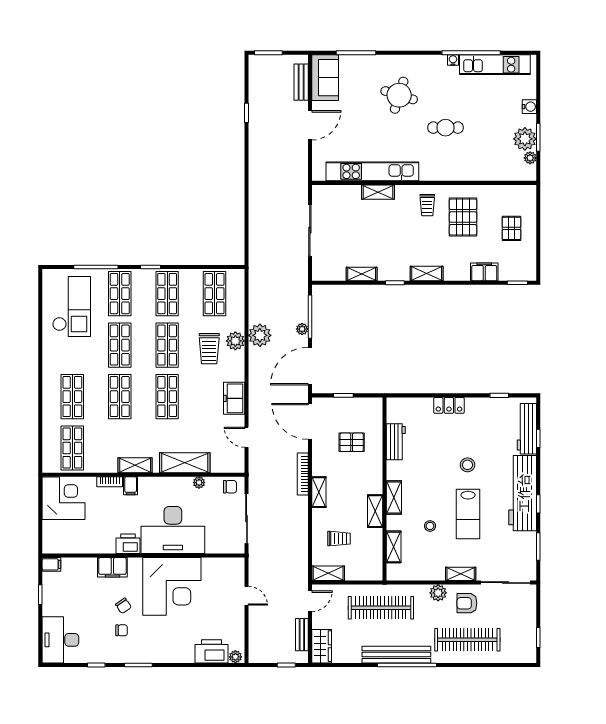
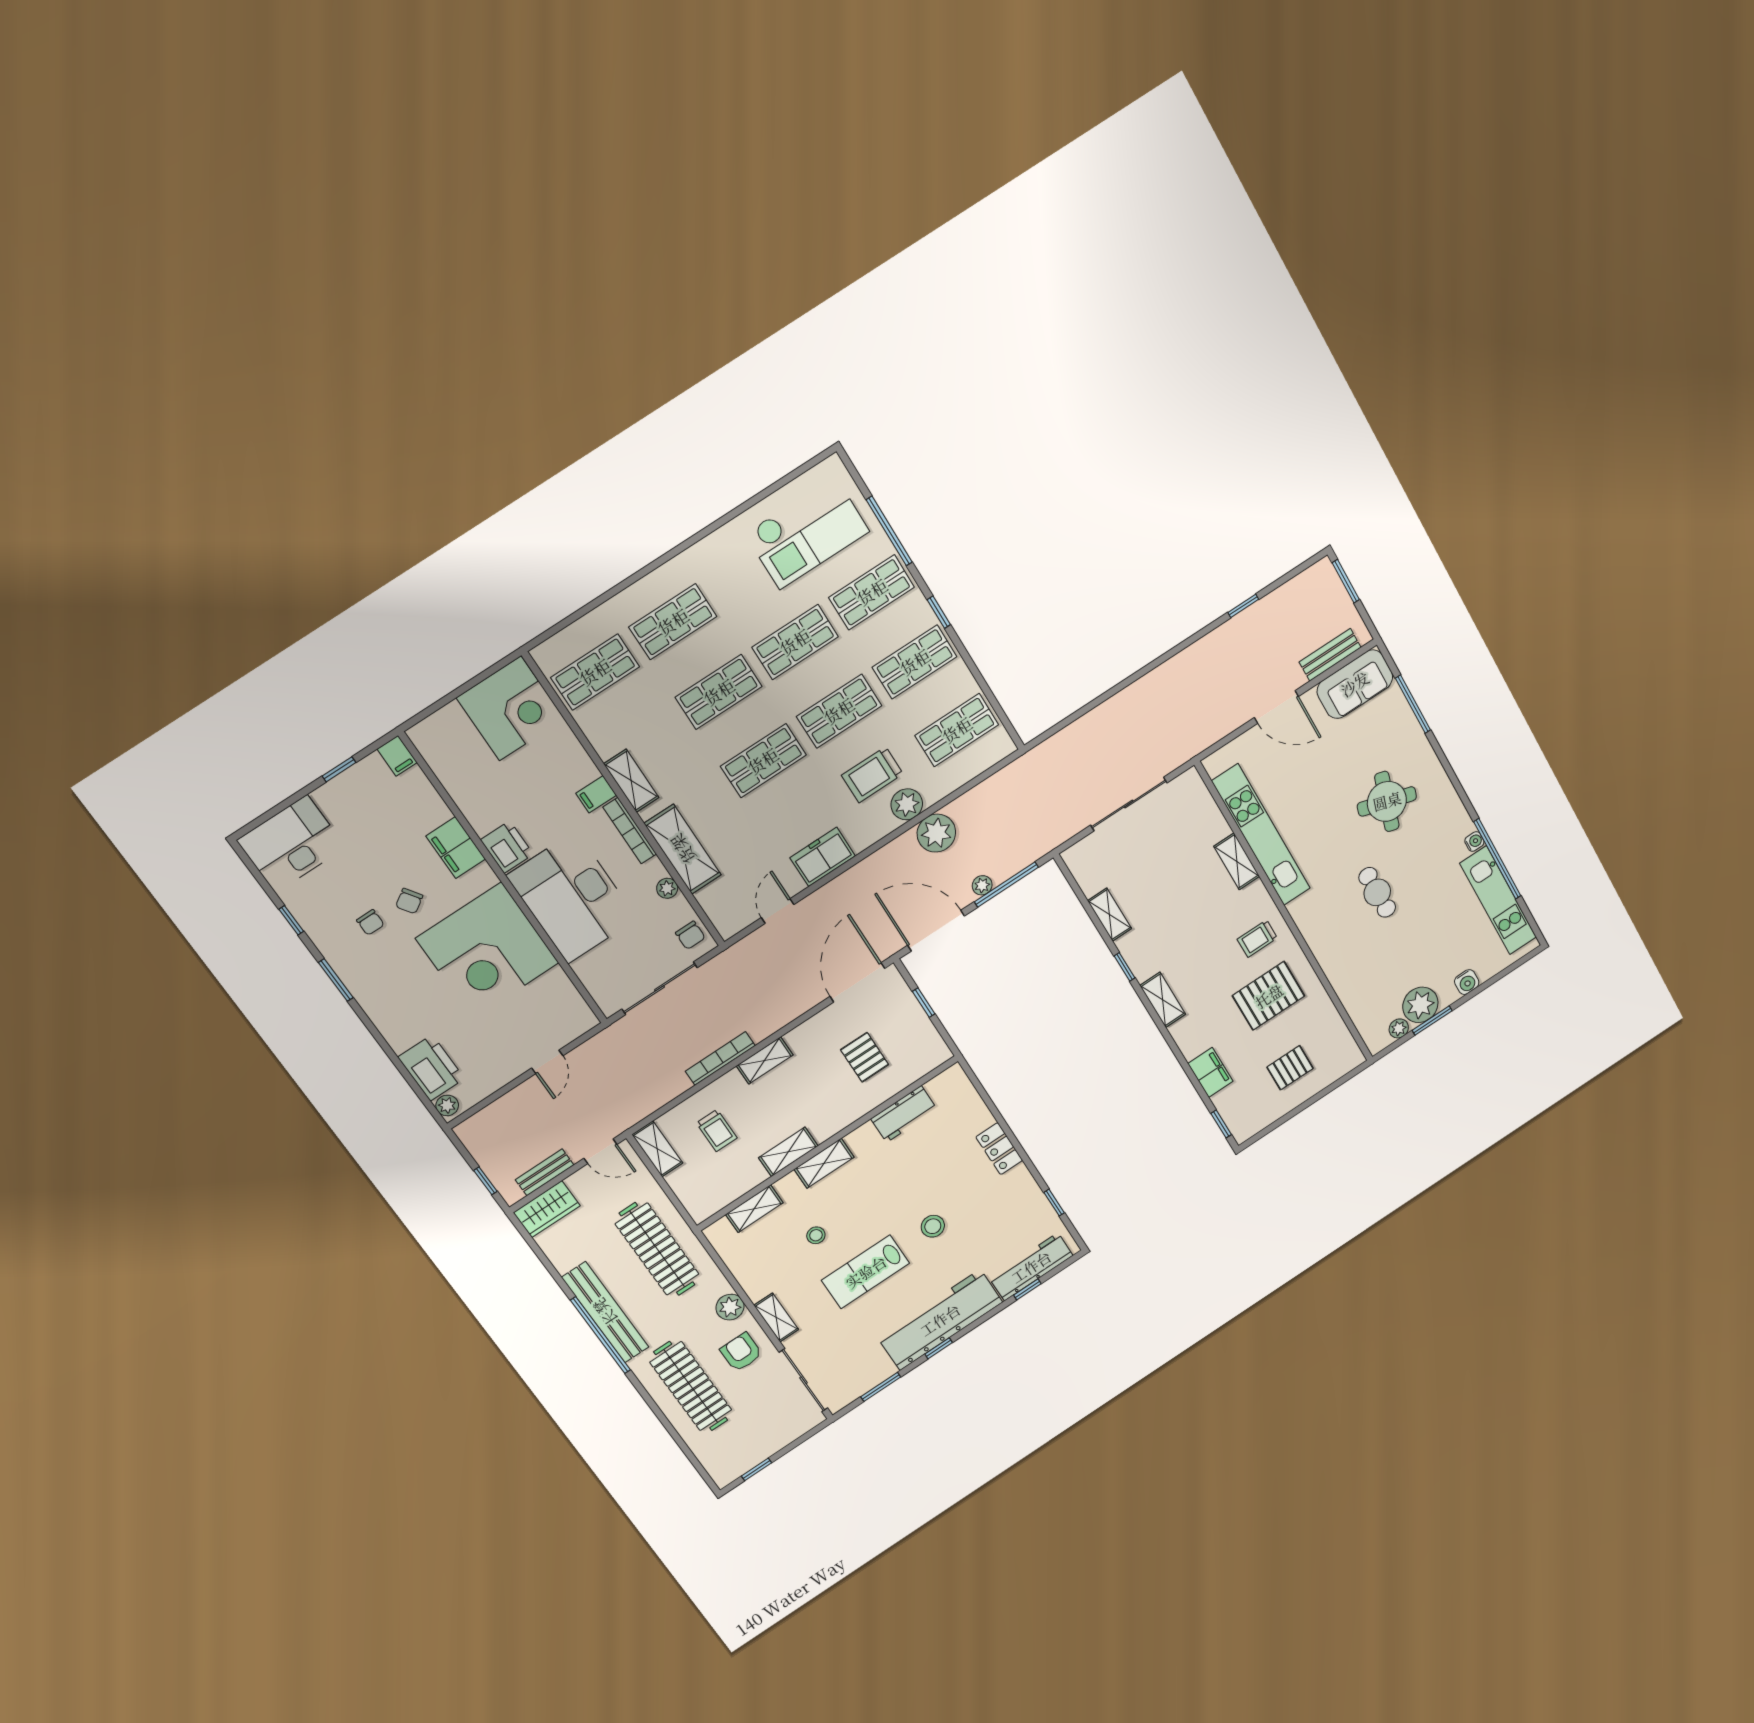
bookcase: (303, 474) -> (720, 1058), moved
bookcase: (110, 482) -> (630, 831), moved, width x1.56

